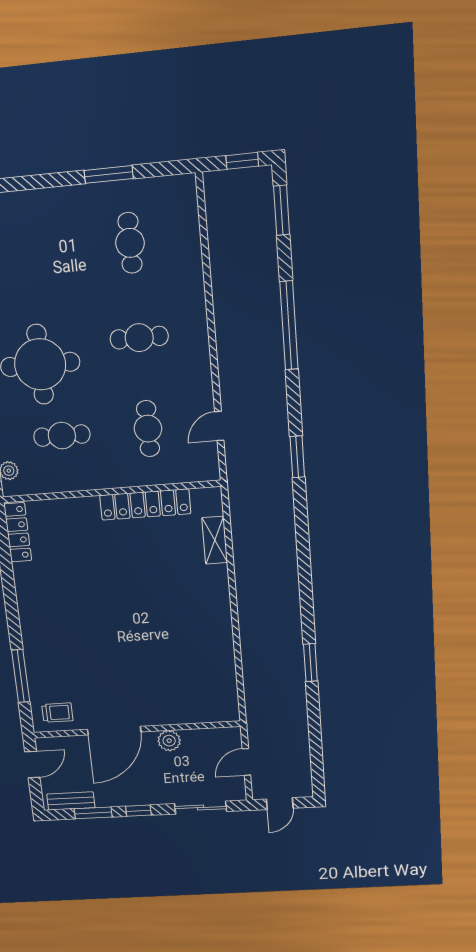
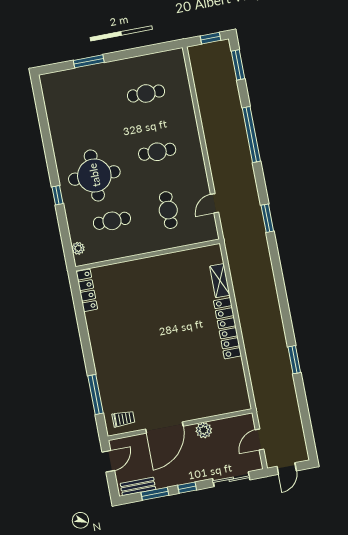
window: (109, 174) -> (89, 61), moved
cafe table: (130, 243) -> (146, 93), turned 90
locker: (145, 504) -> (228, 328), moved, turned 90

